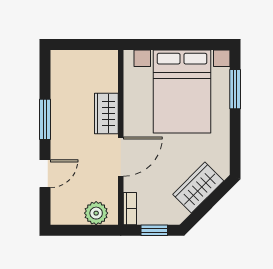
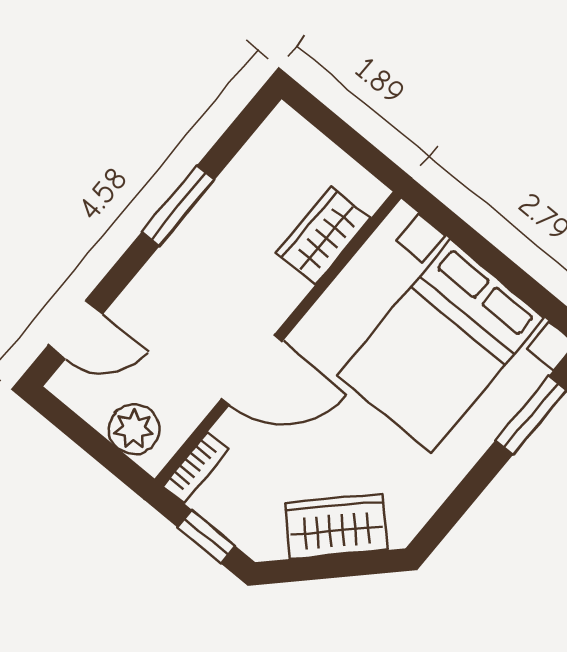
wardrobe: (106, 114) -> (323, 236), moved
door: (45, 174) -> (75, 330), moved

